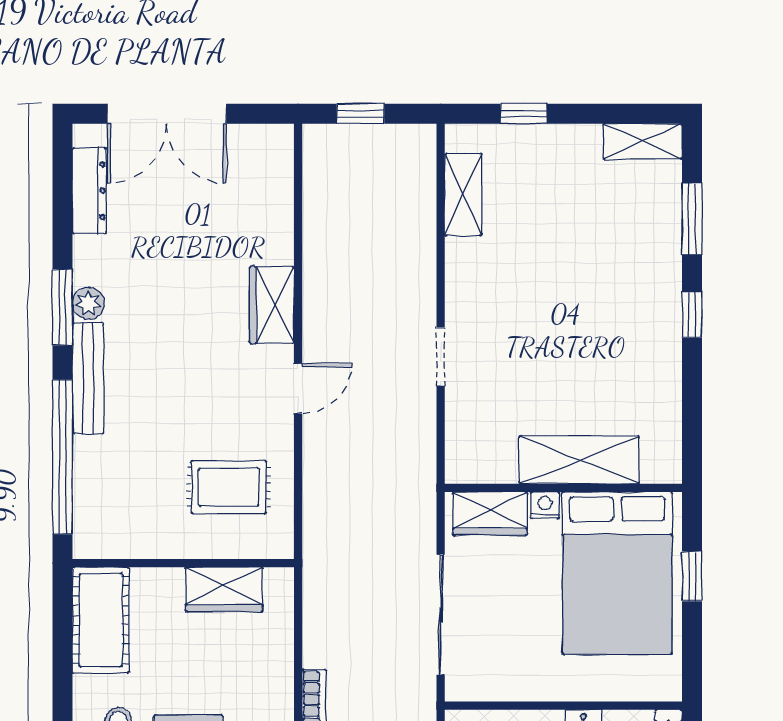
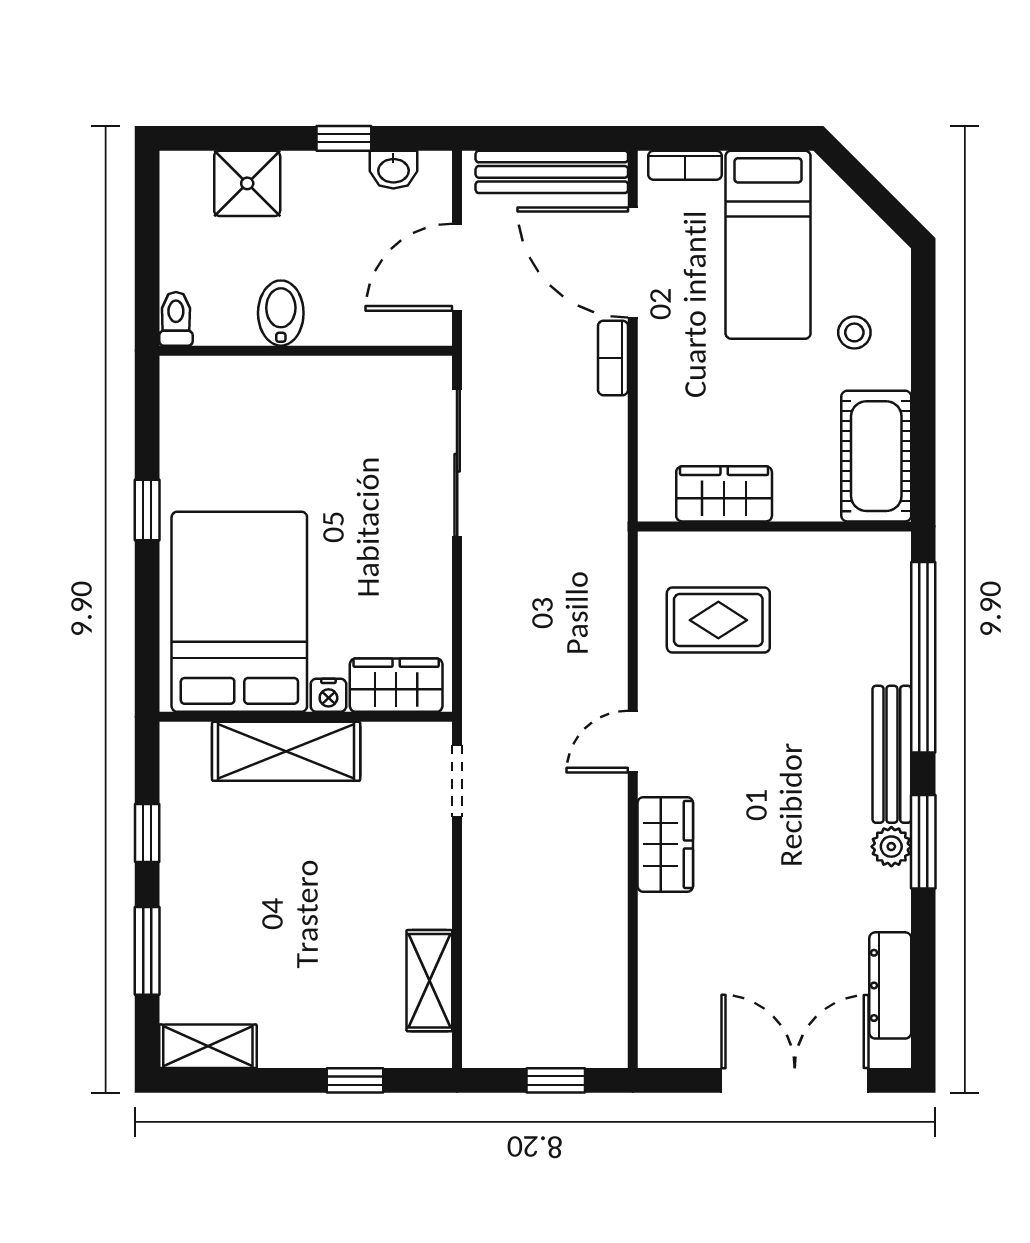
shelving: (579, 460) -> (286, 751), moved
wall: (563, 488) -> (306, 717), moved
nightstand: (545, 505) -> (328, 695), moved
wardrobe: (490, 514) -> (396, 685), moved
bed: (617, 573) -> (239, 612), moved

